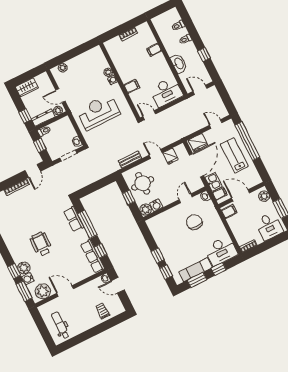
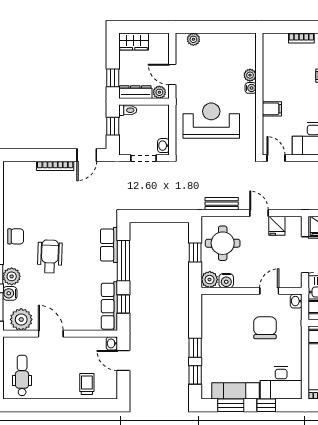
chair: (14, 242) -> (16, 236), added

